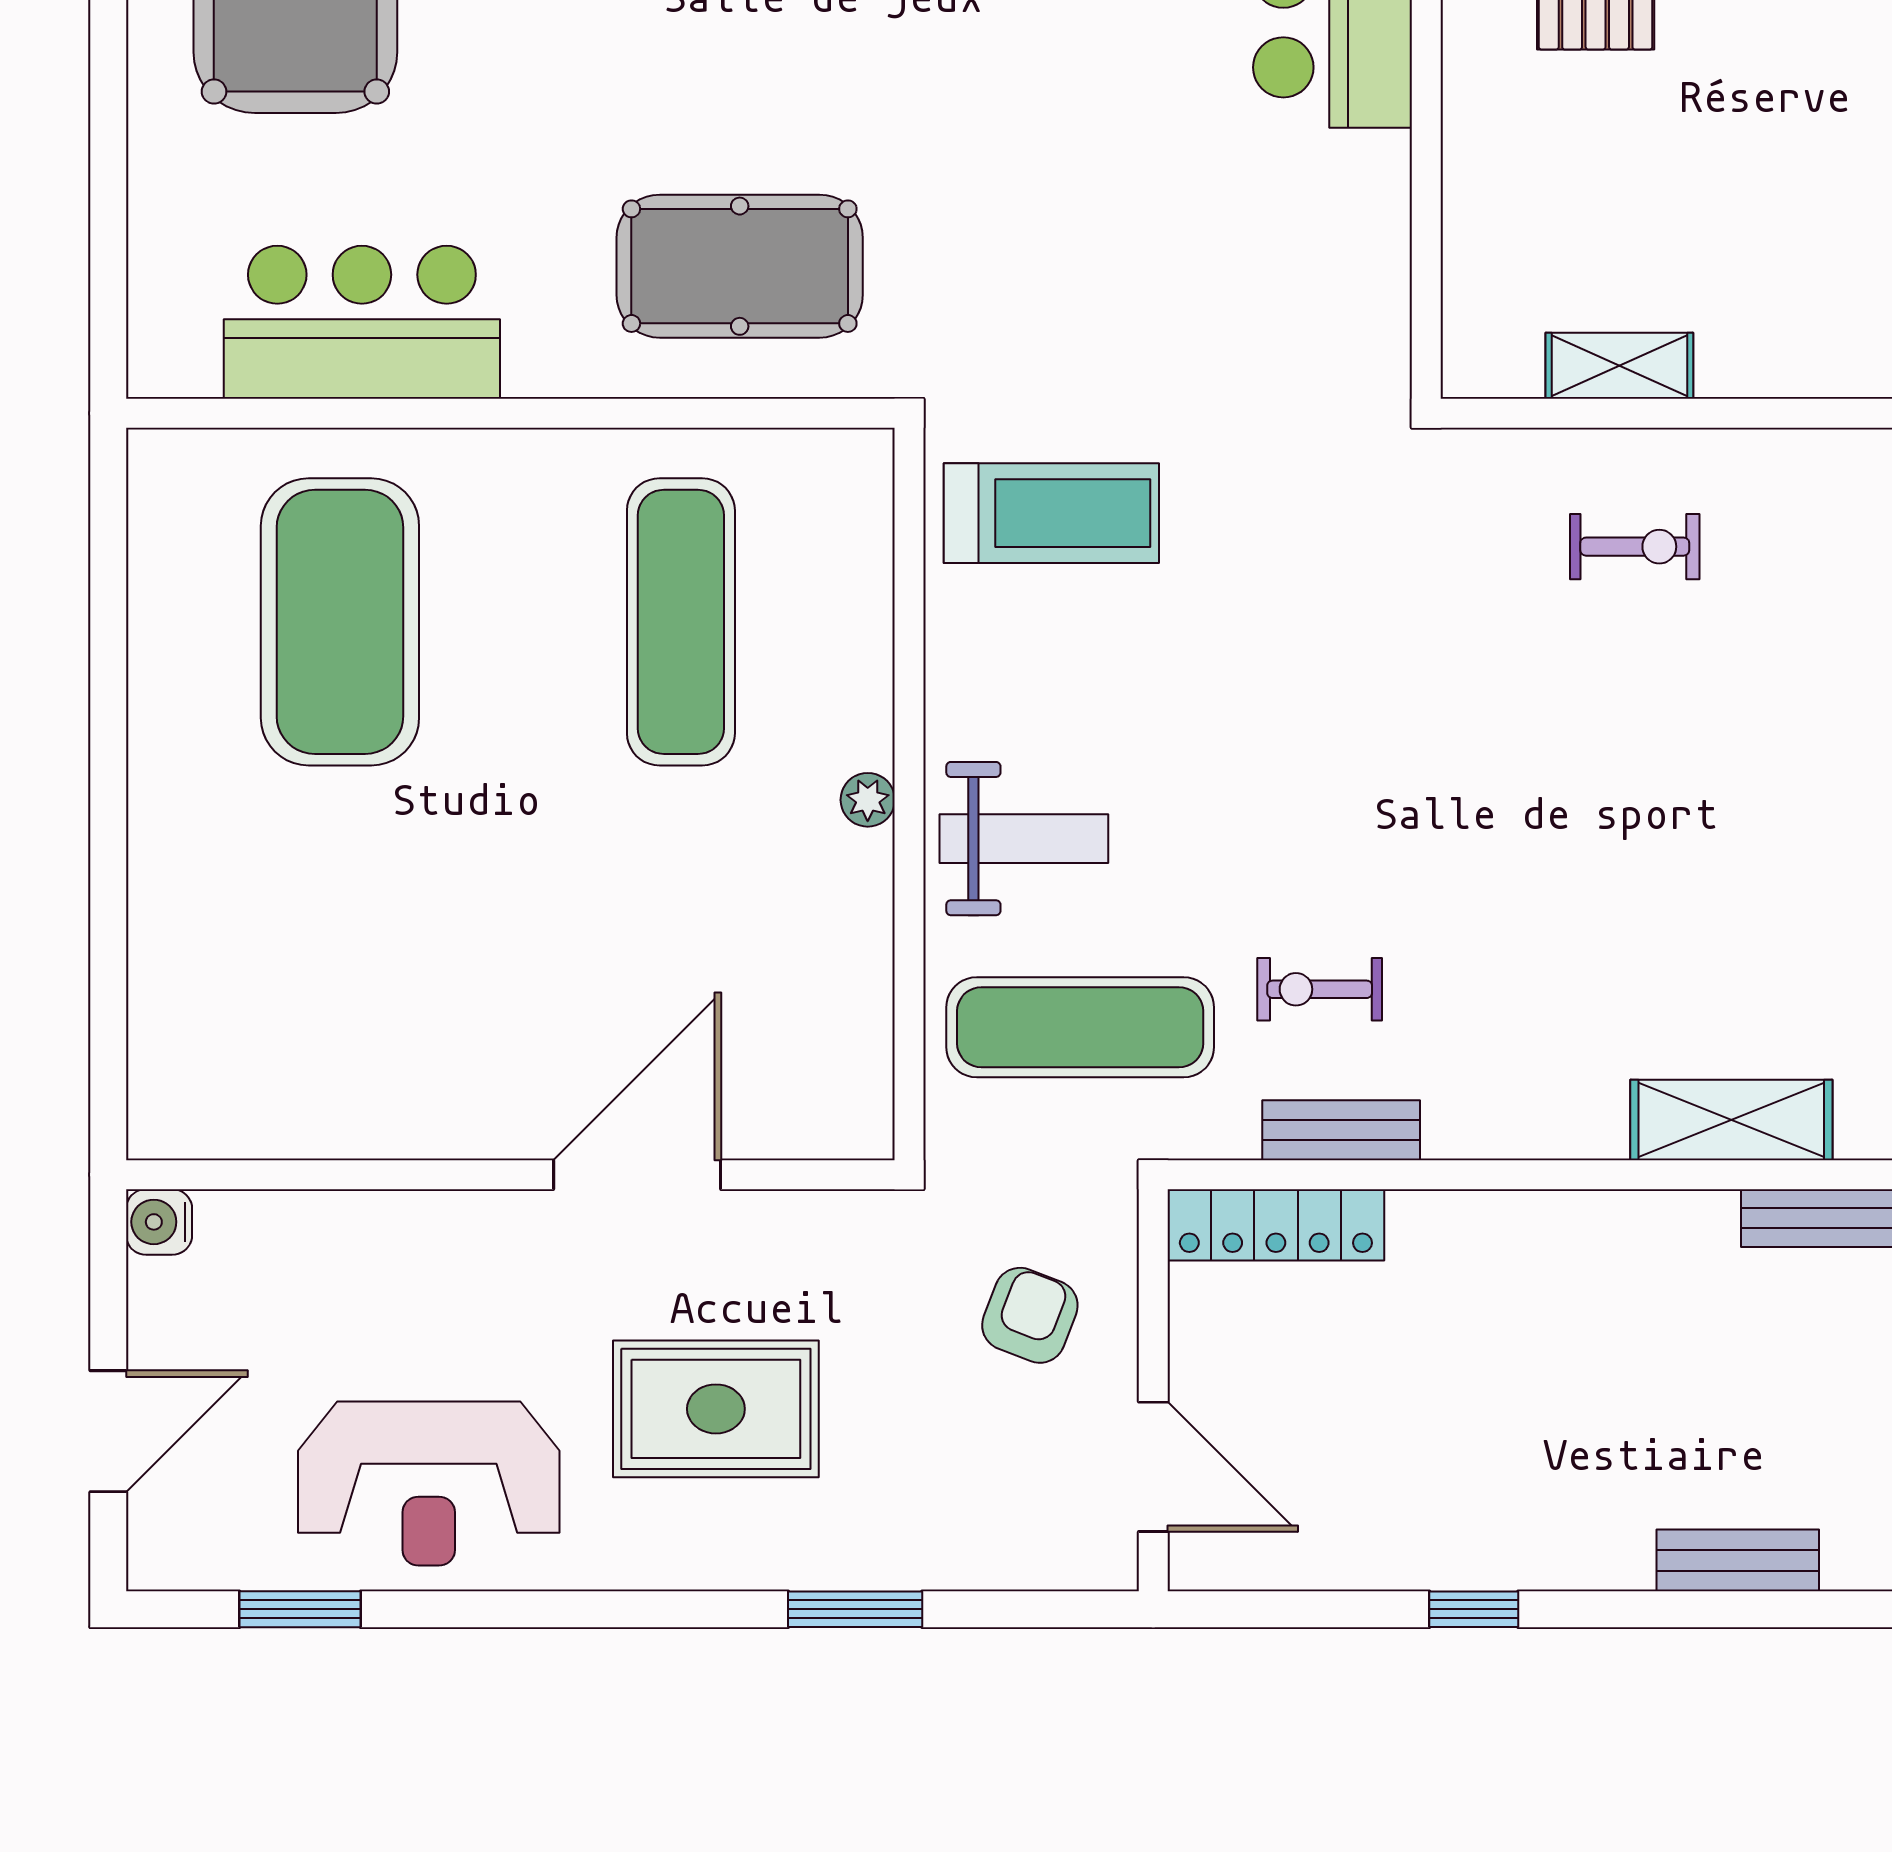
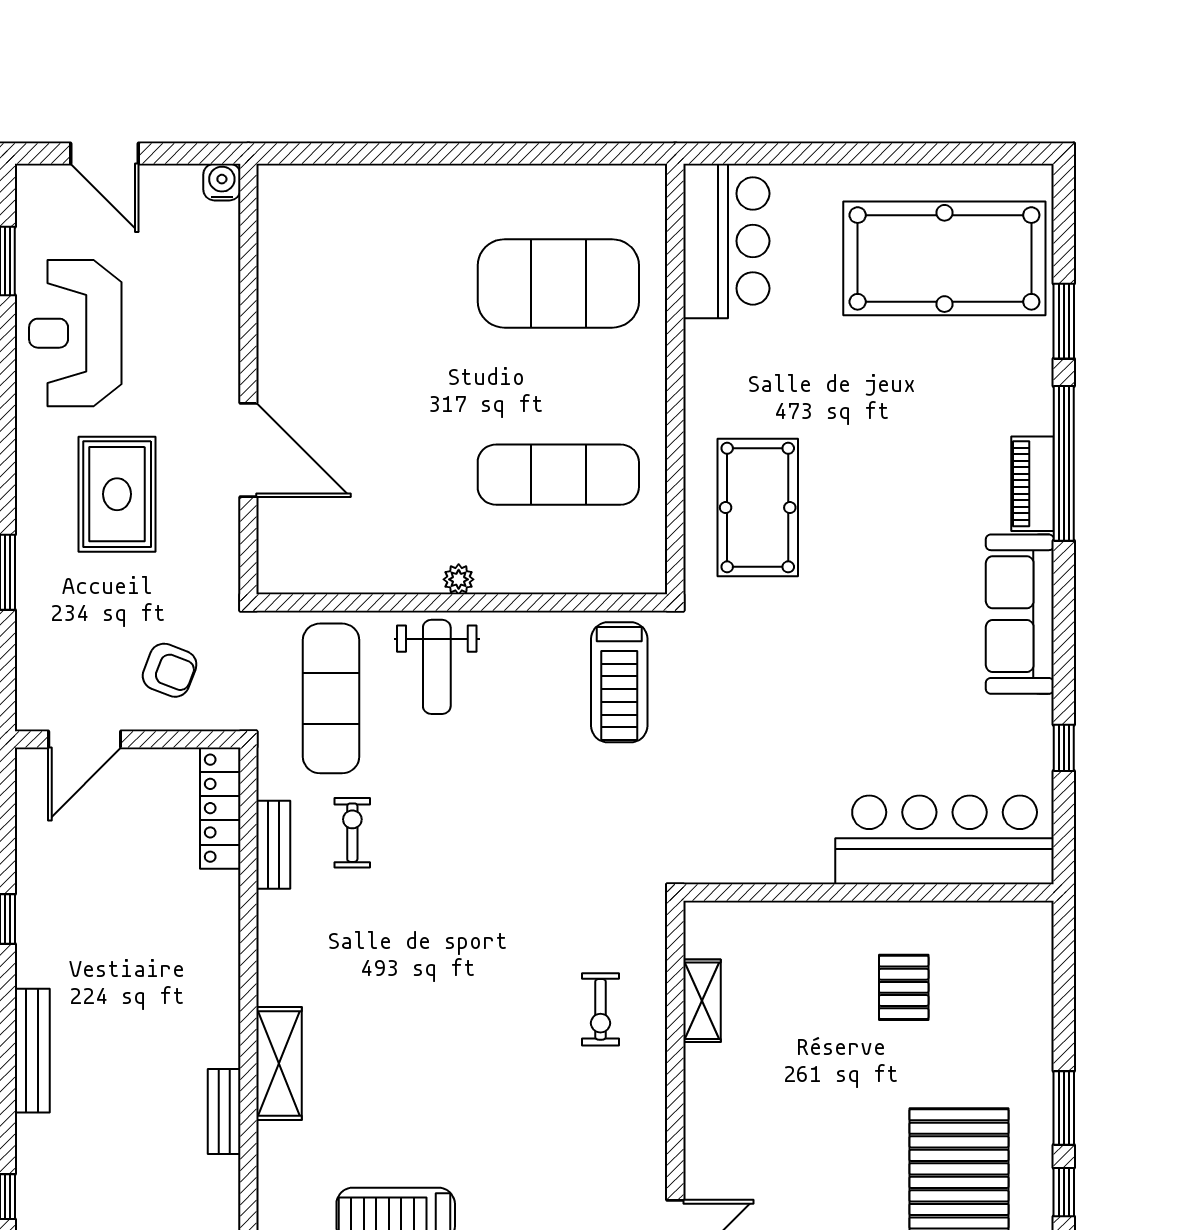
bar counter: (362, 322) -> (726, 241), moved
bench: (1738, 1560) -> (32, 1051), width x1.36

